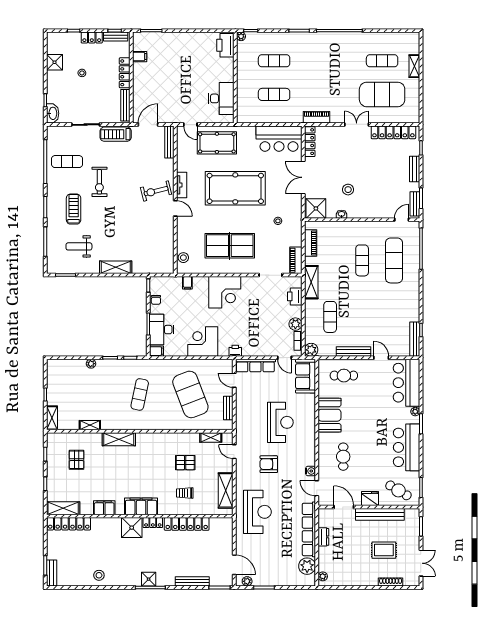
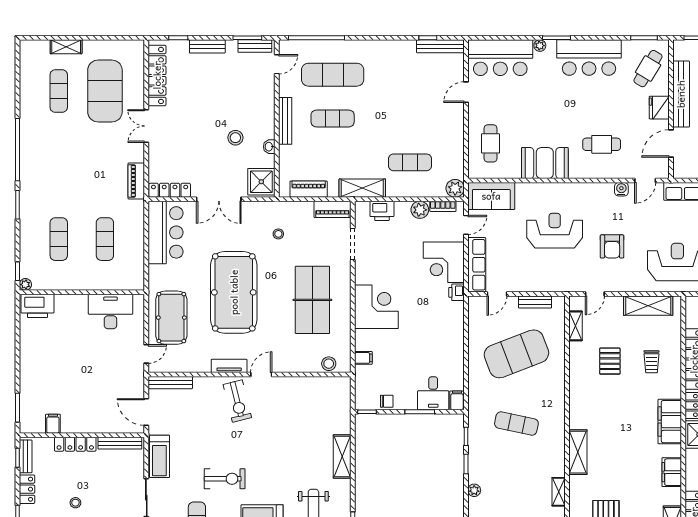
door: (402, 220) -> (277, 64), swing flipped
desk: (162, 330) -> (433, 393), width x0.73
corner desk: (203, 341) -> (444, 262), moved
bench: (353, 352) -> (285, 121), moved

